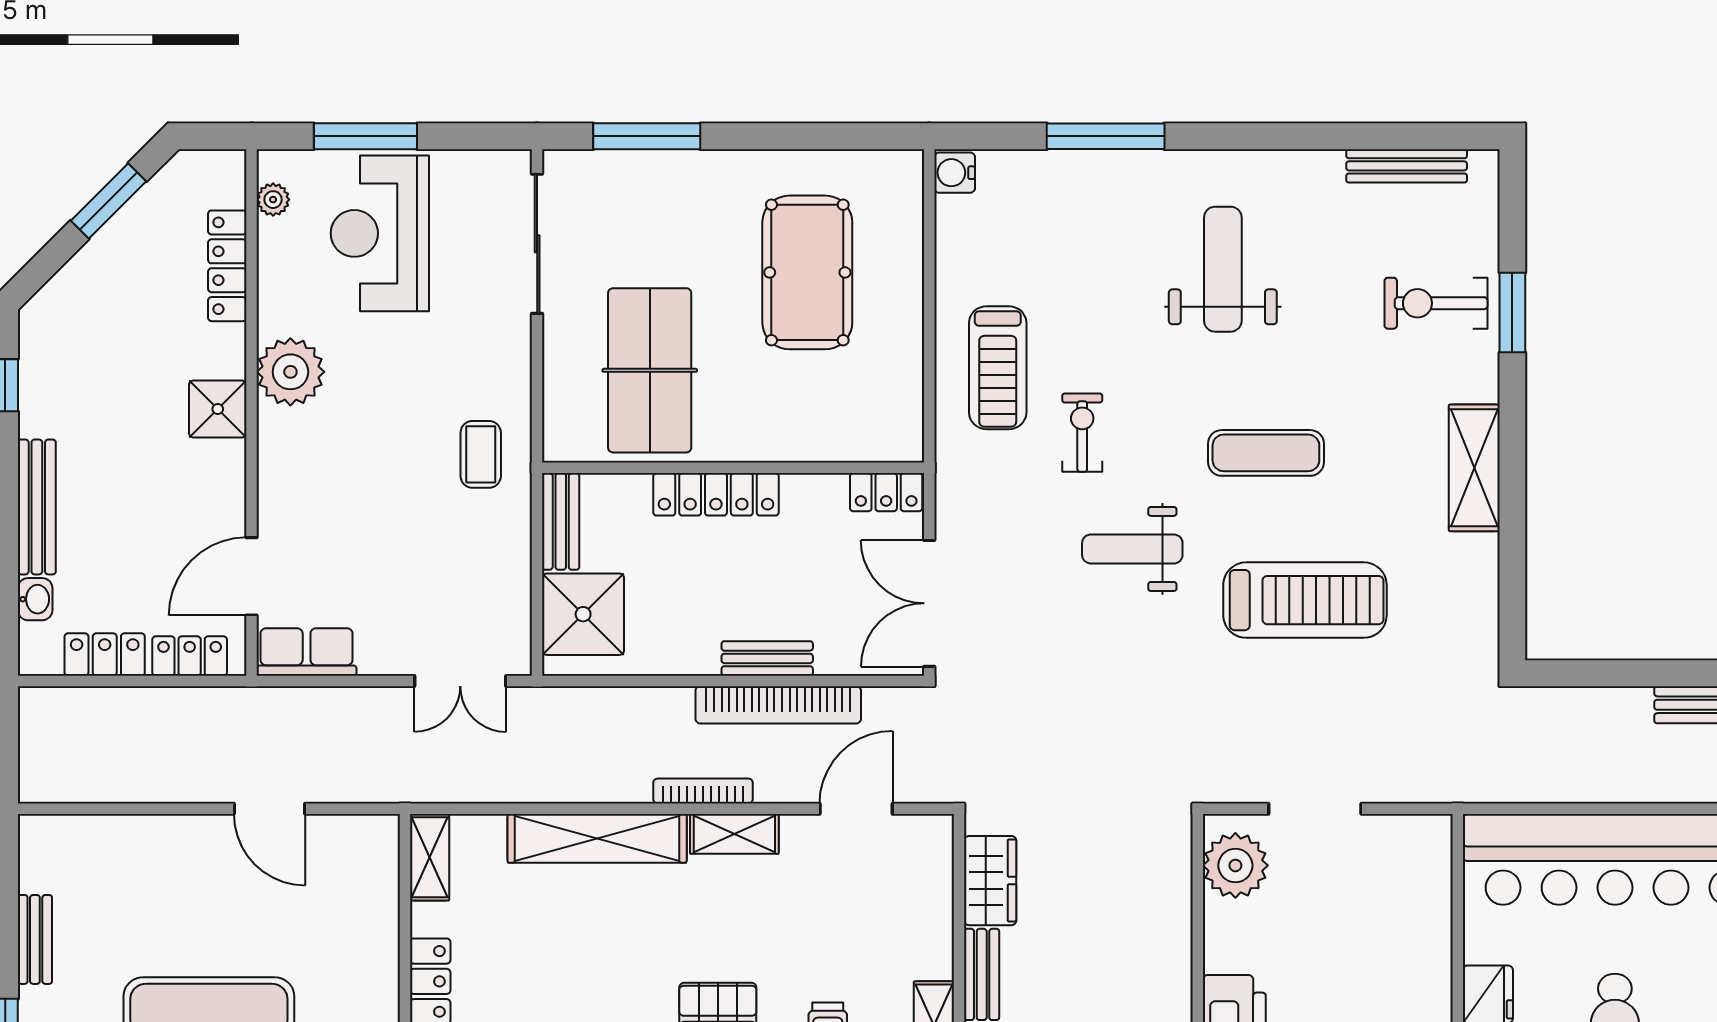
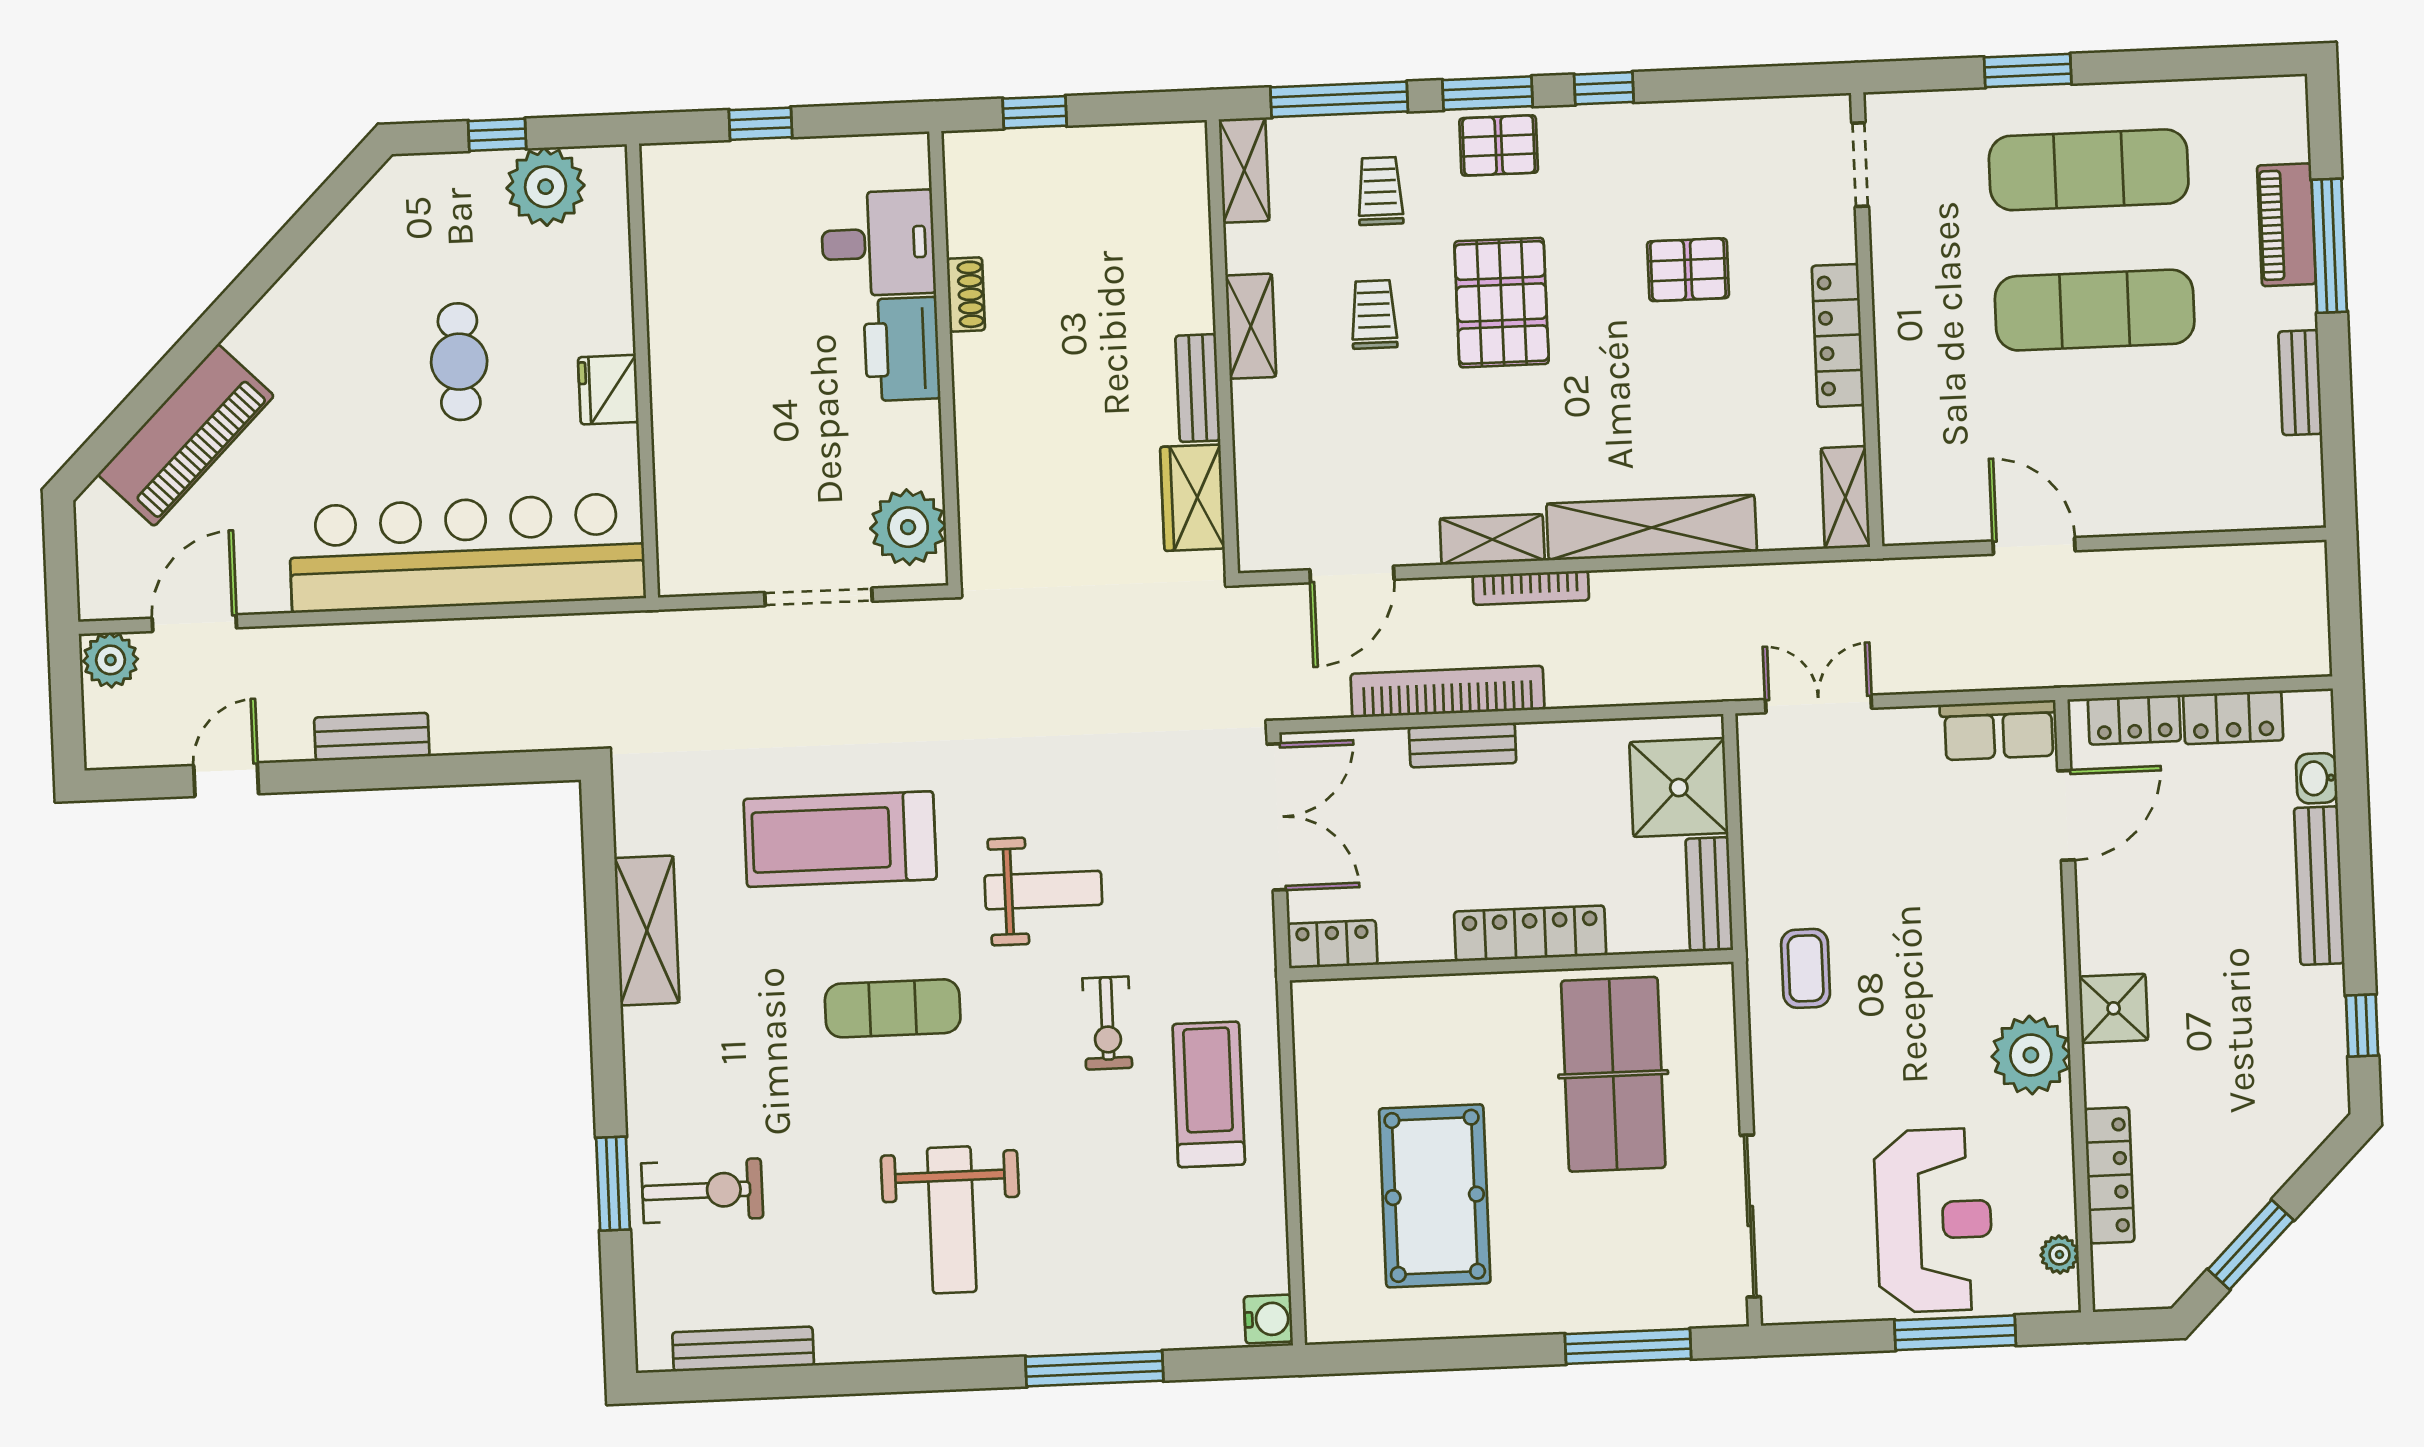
shelving: (1474, 468) -> (647, 930), moved

